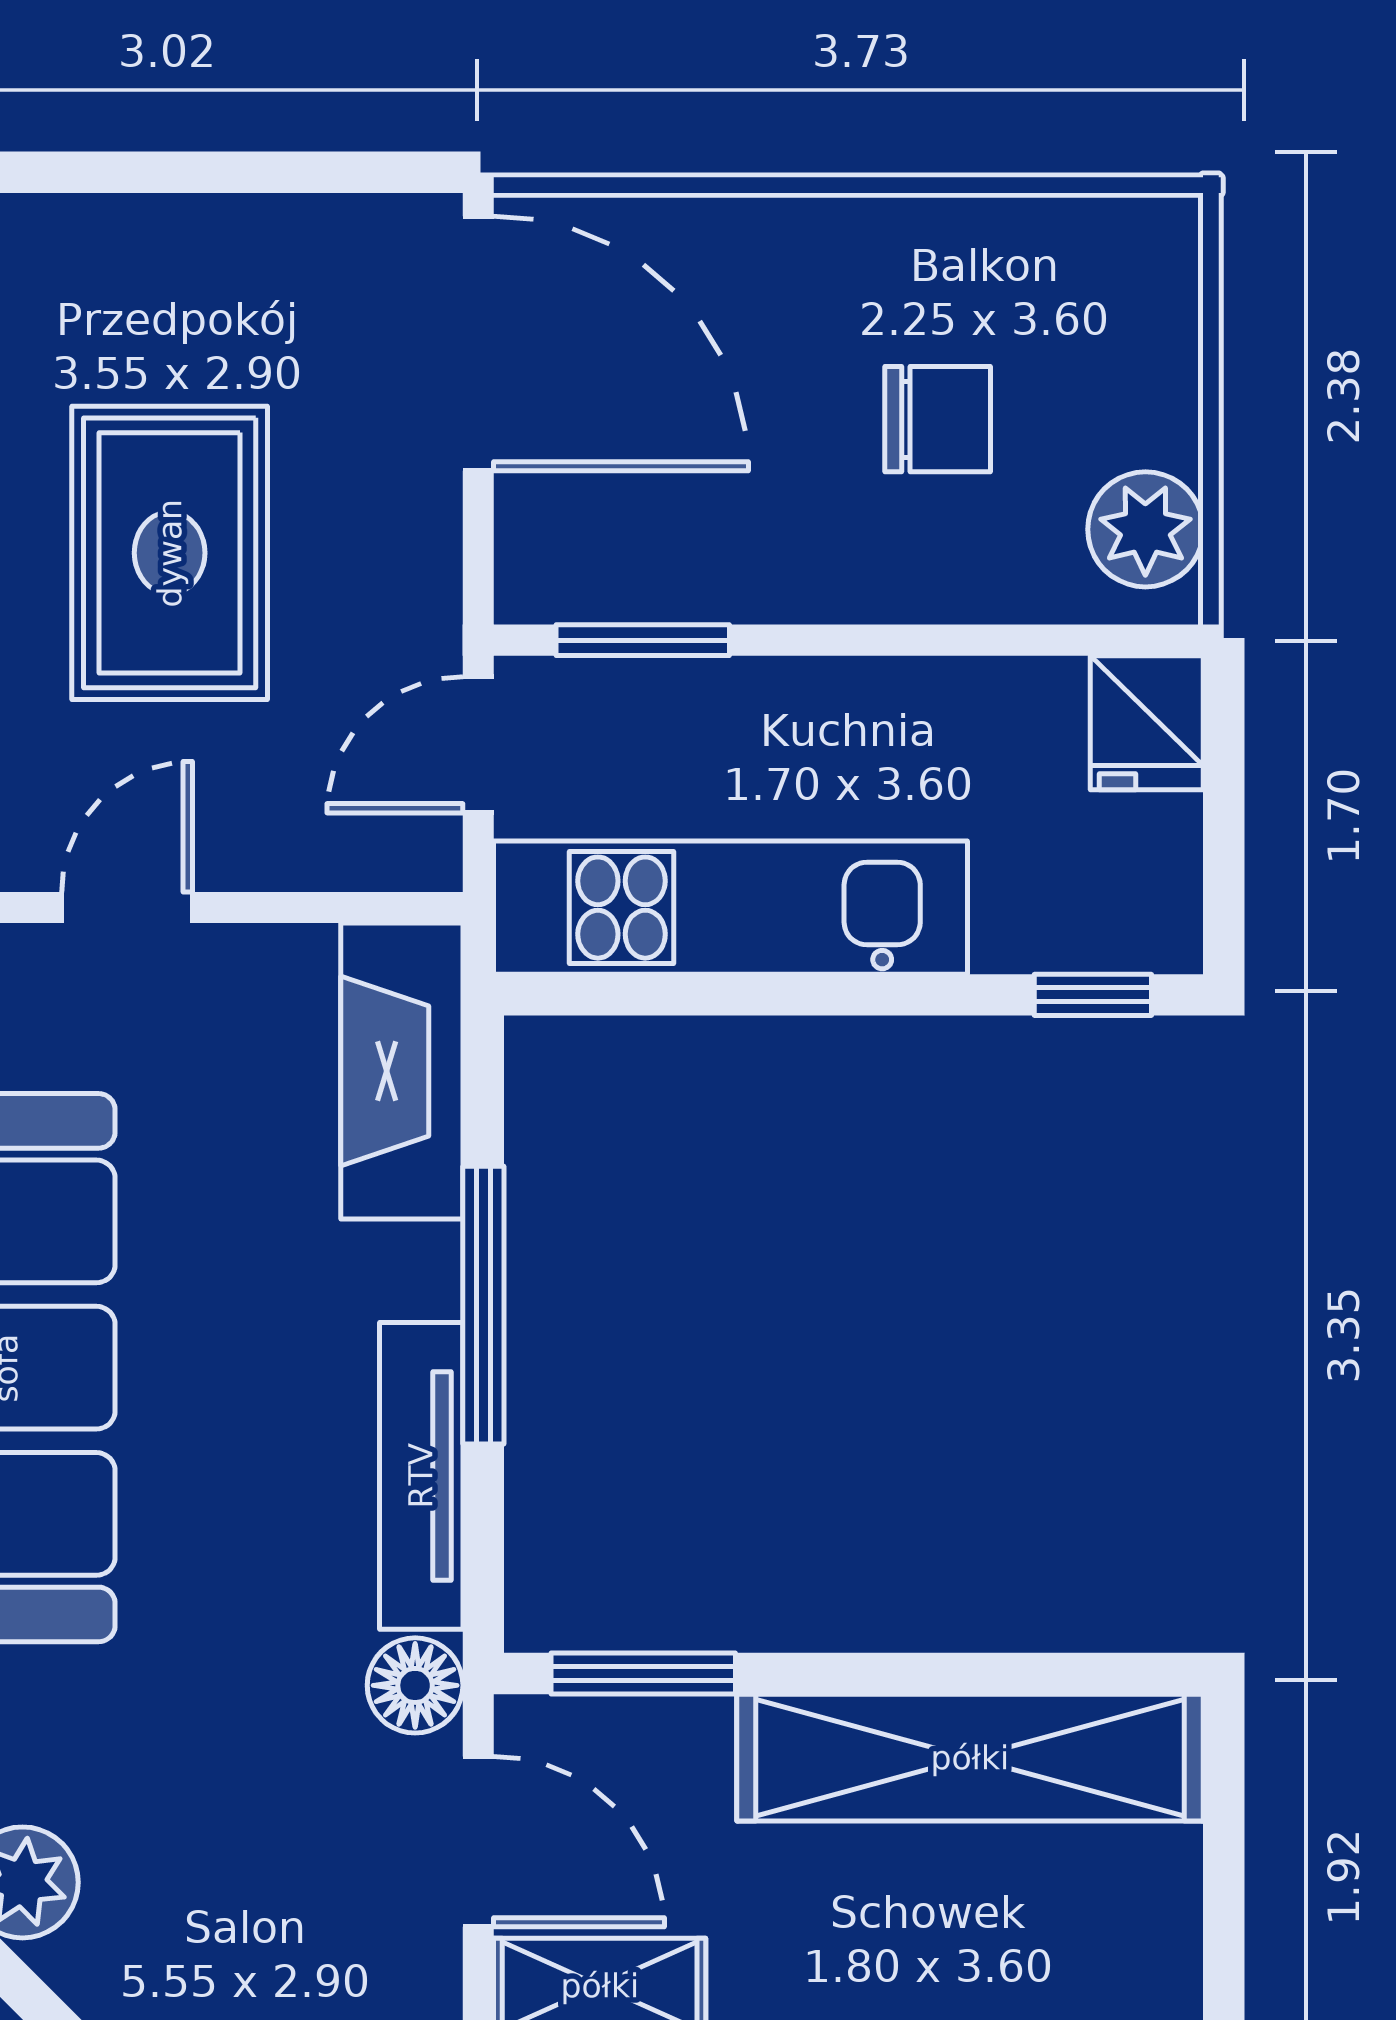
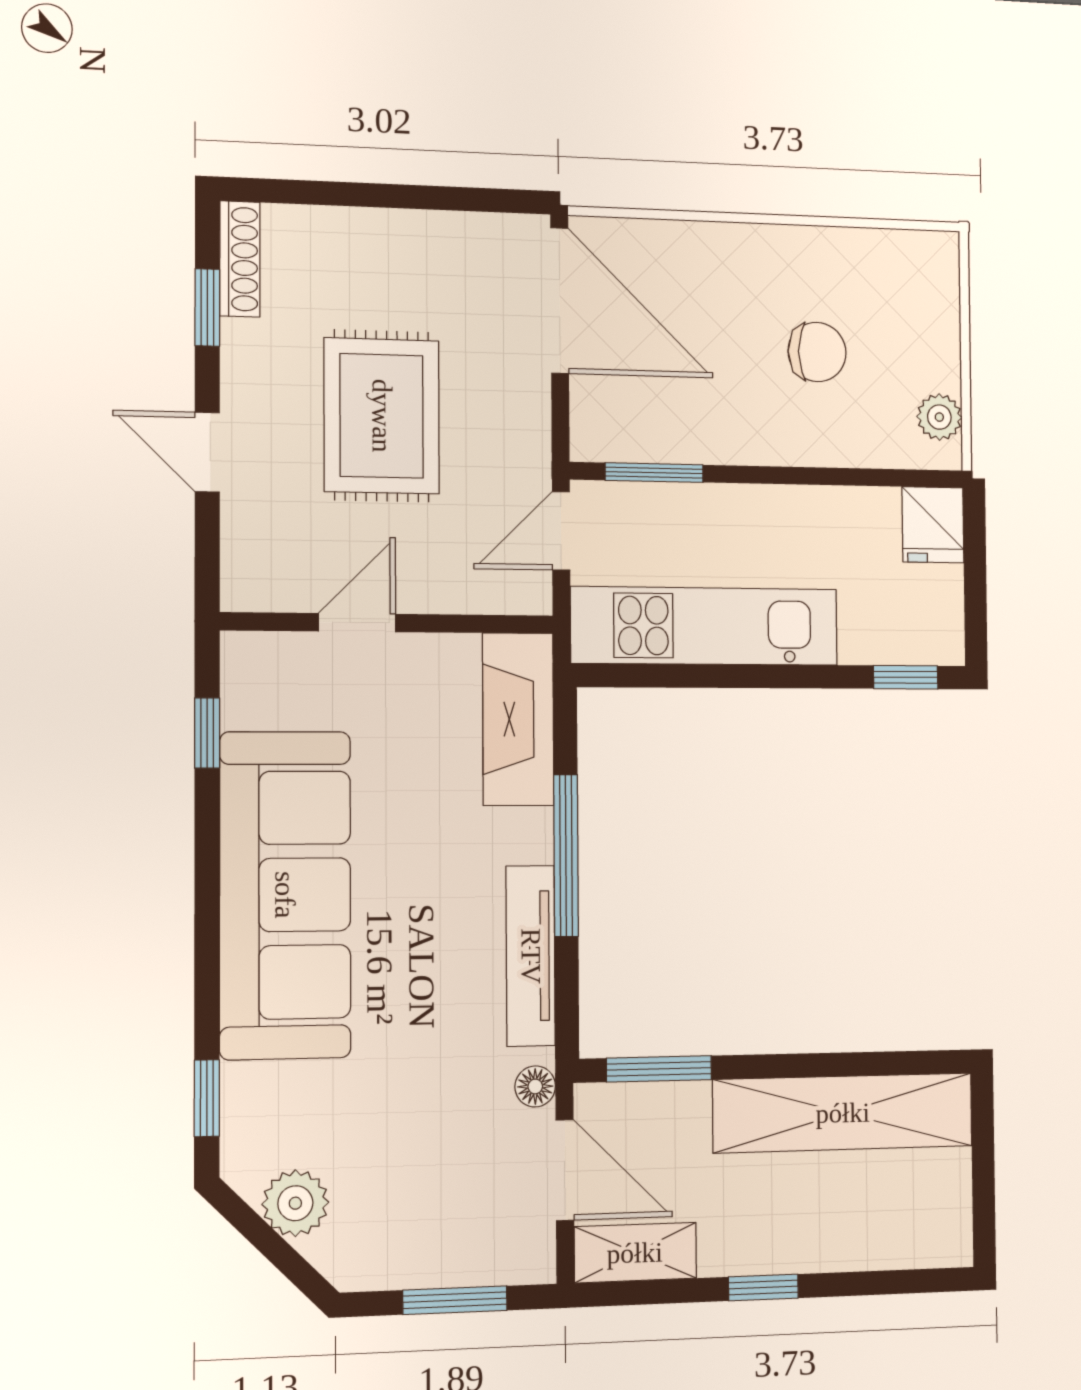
plant: (1145, 529) -> (939, 417), width x0.73, depth x0.73
floor lamp: (415, 1685) -> (535, 1086), width x0.73, depth x0.73

